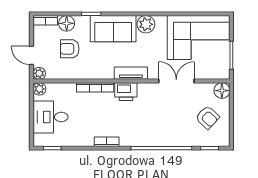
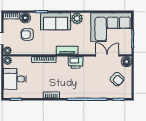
double door: (176, 81) -> (107, 55), moved
printer: (126, 92) -> (76, 62), moved

